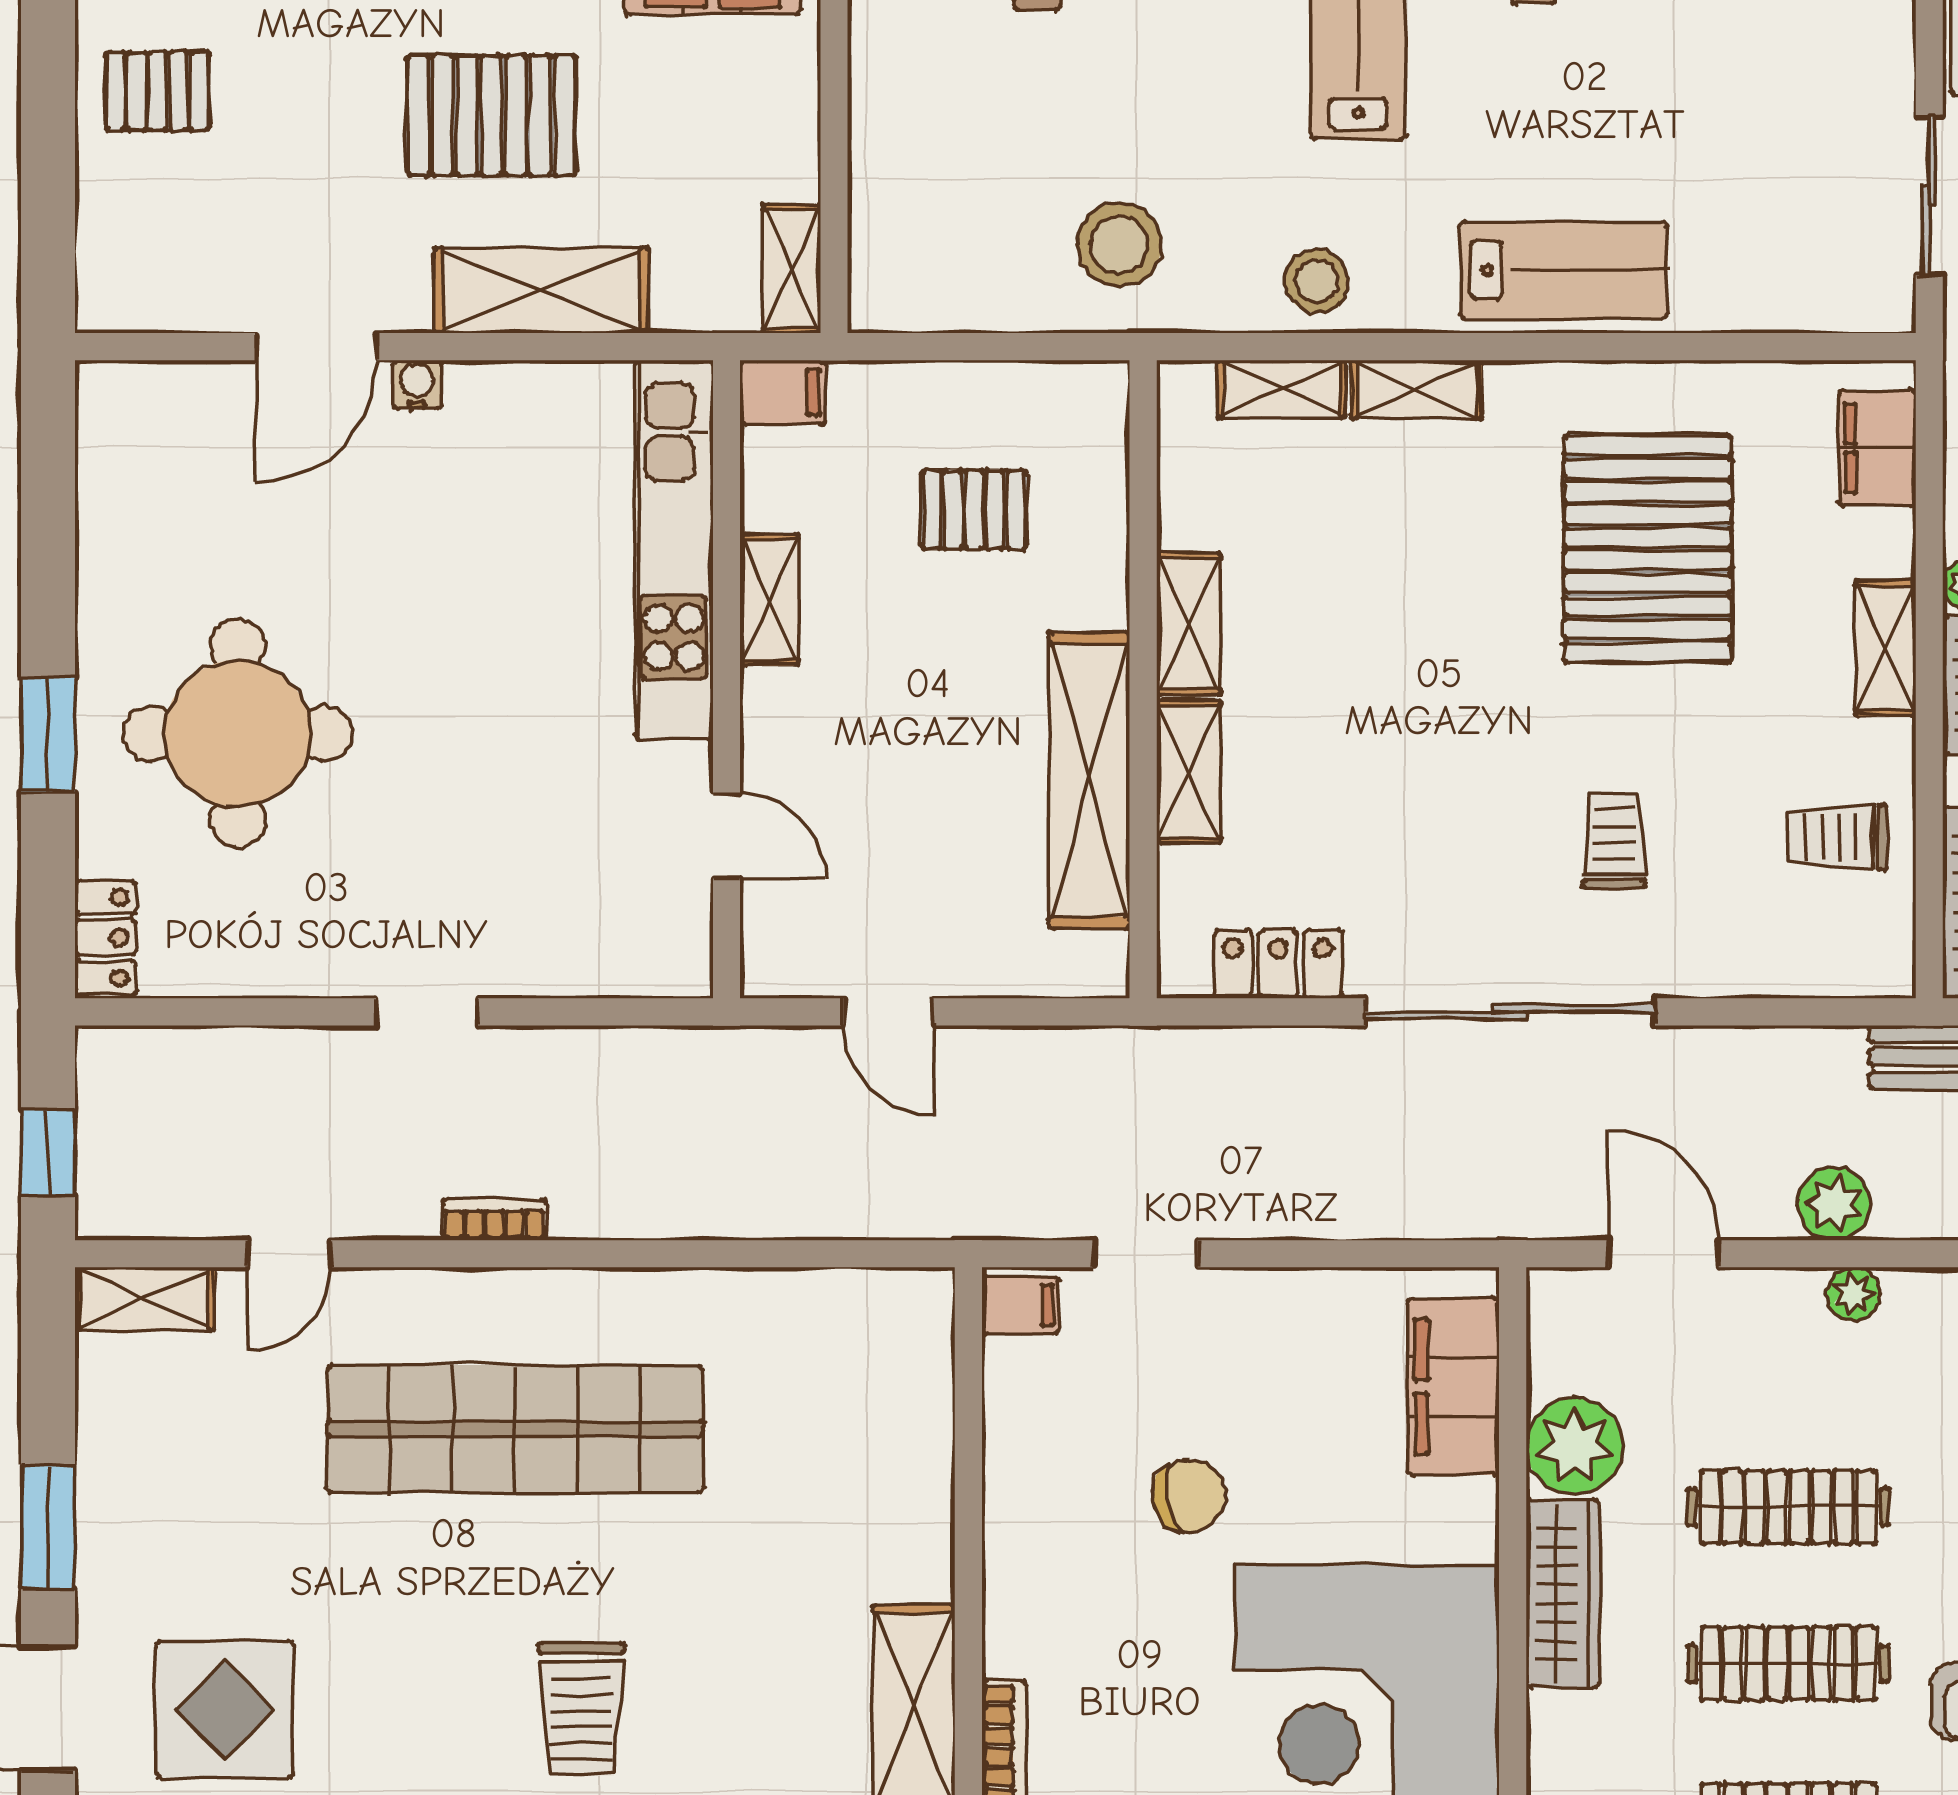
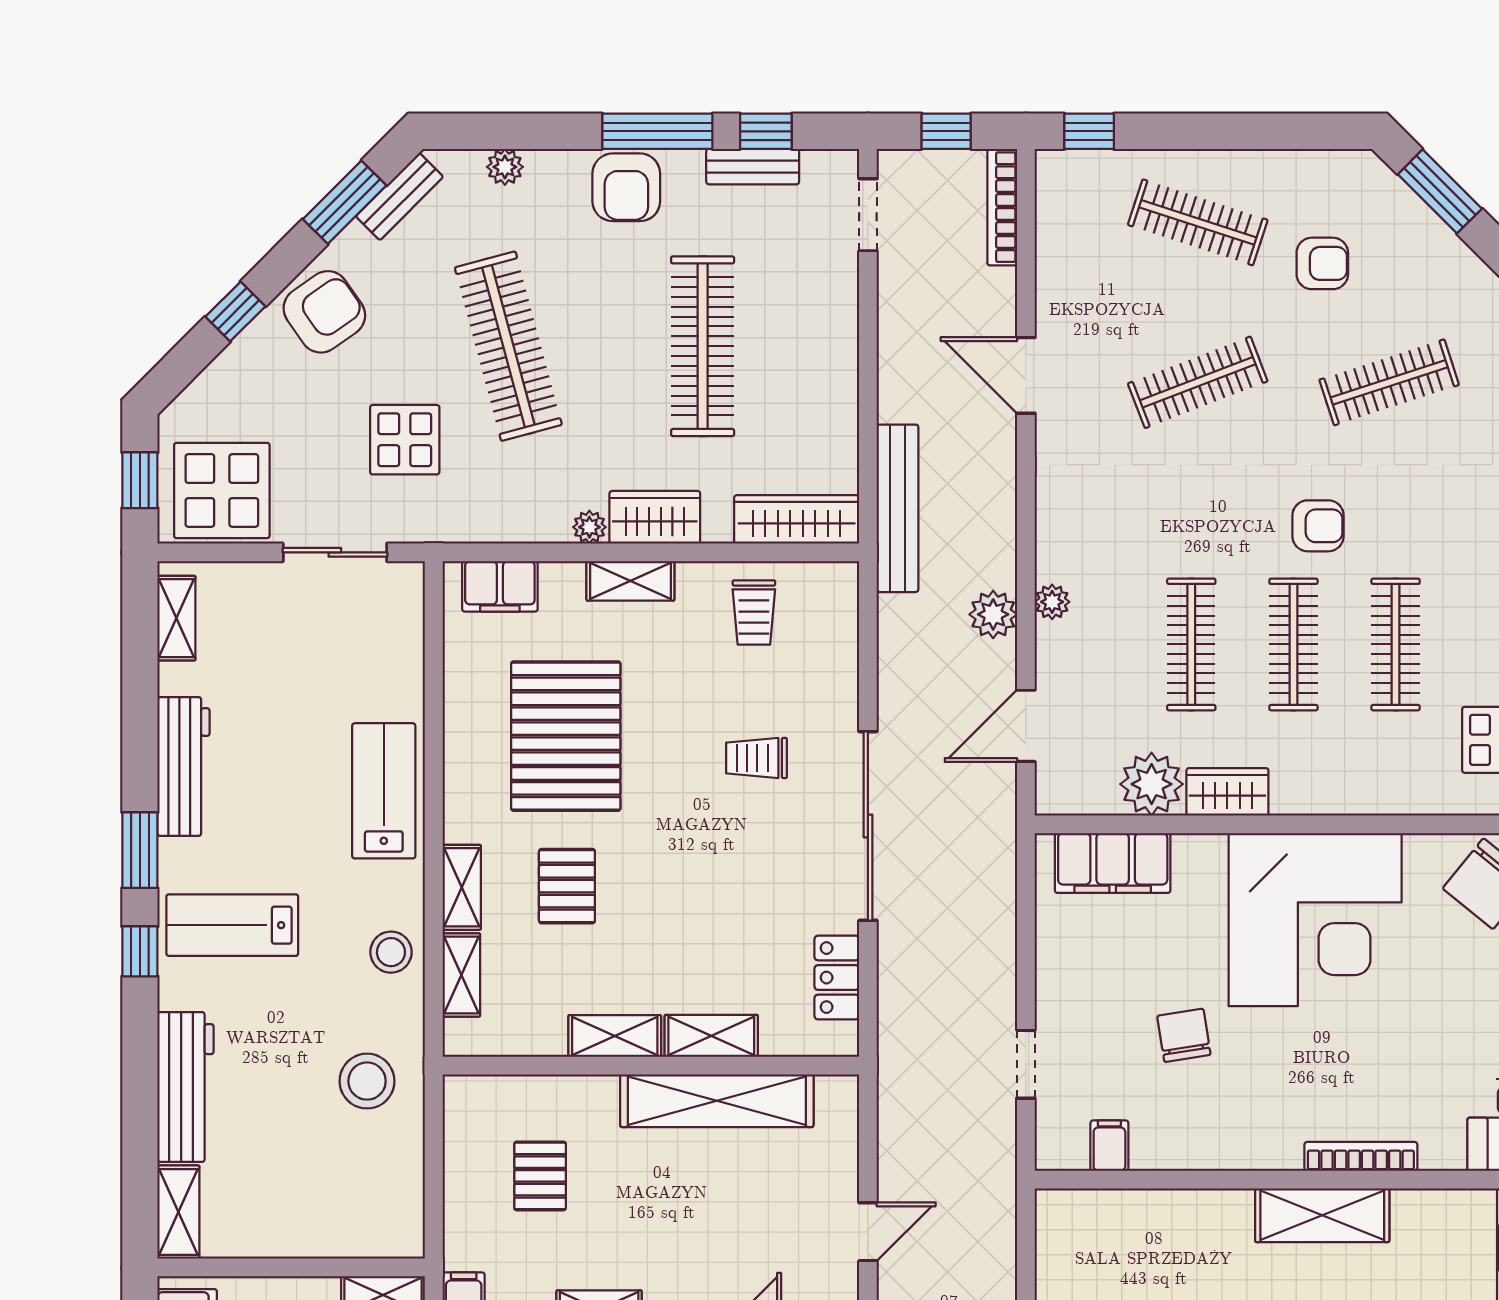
pallet: (1648, 549) -> (566, 736), turned 90
pallet: (1418, 551) -> (567, 886), added
filing cabinet: (1020, 1305) -> (1109, 1146), moved
wardrobe: (1563, 1594) -> (1227, 792), width x0.67

